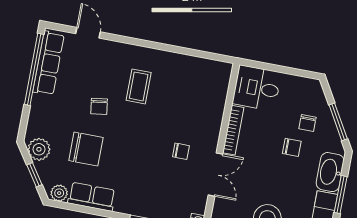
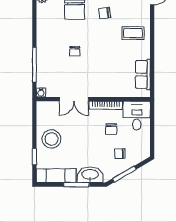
coffee table: (139, 86) -> (133, 33), moved
chair: (292, 147) -> (111, 129), moved
chair: (181, 151) -> (75, 51), moved
row of seats: (92, 197) -> (143, 74), moved, turned 180

